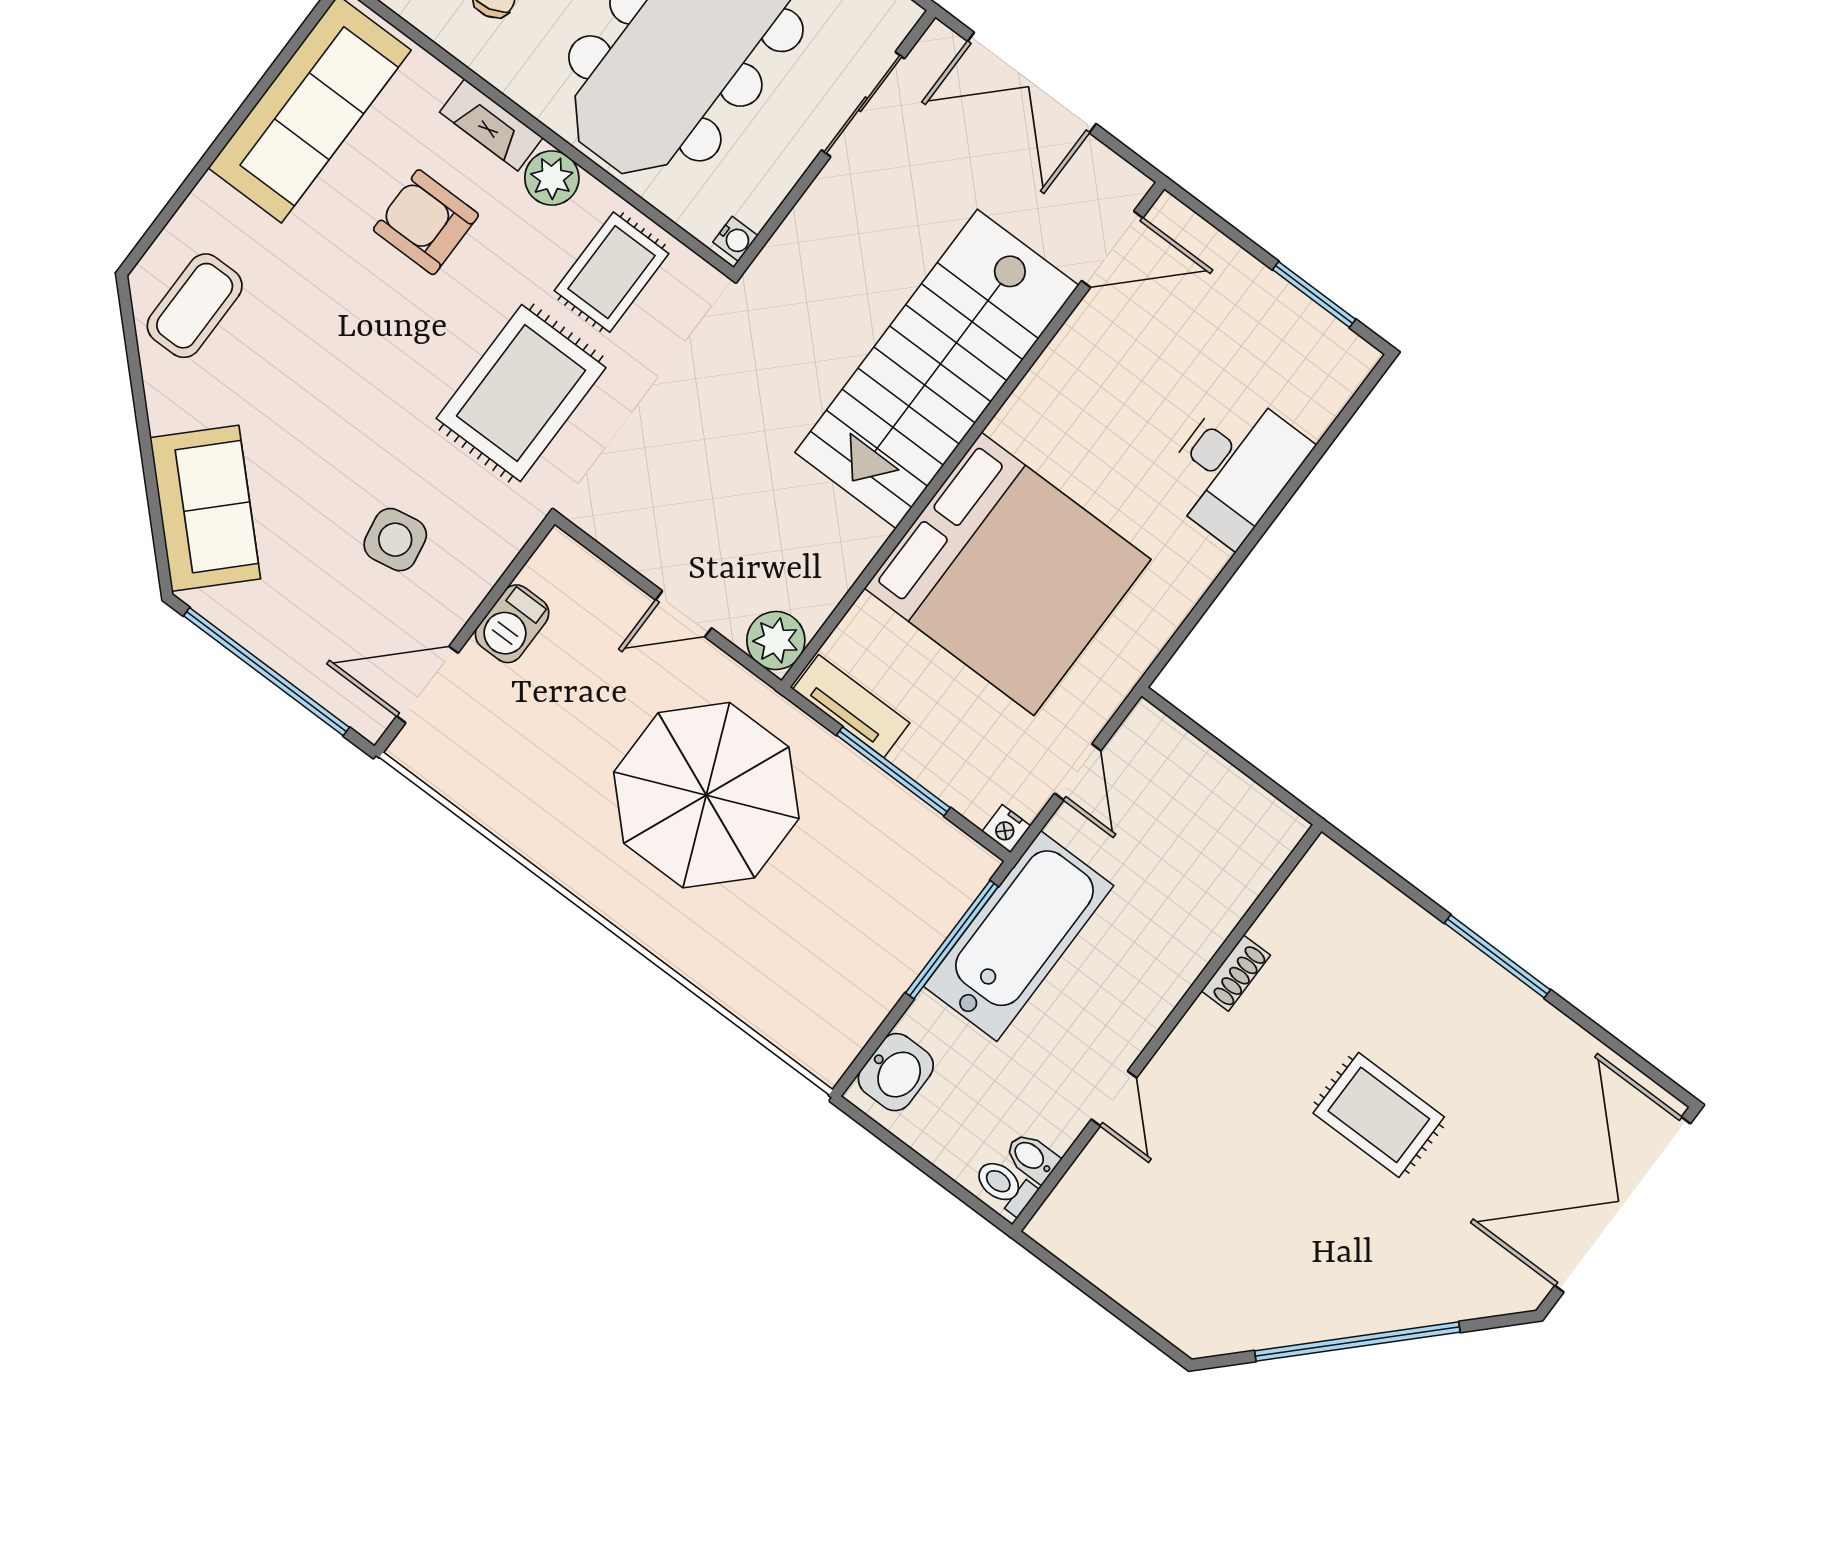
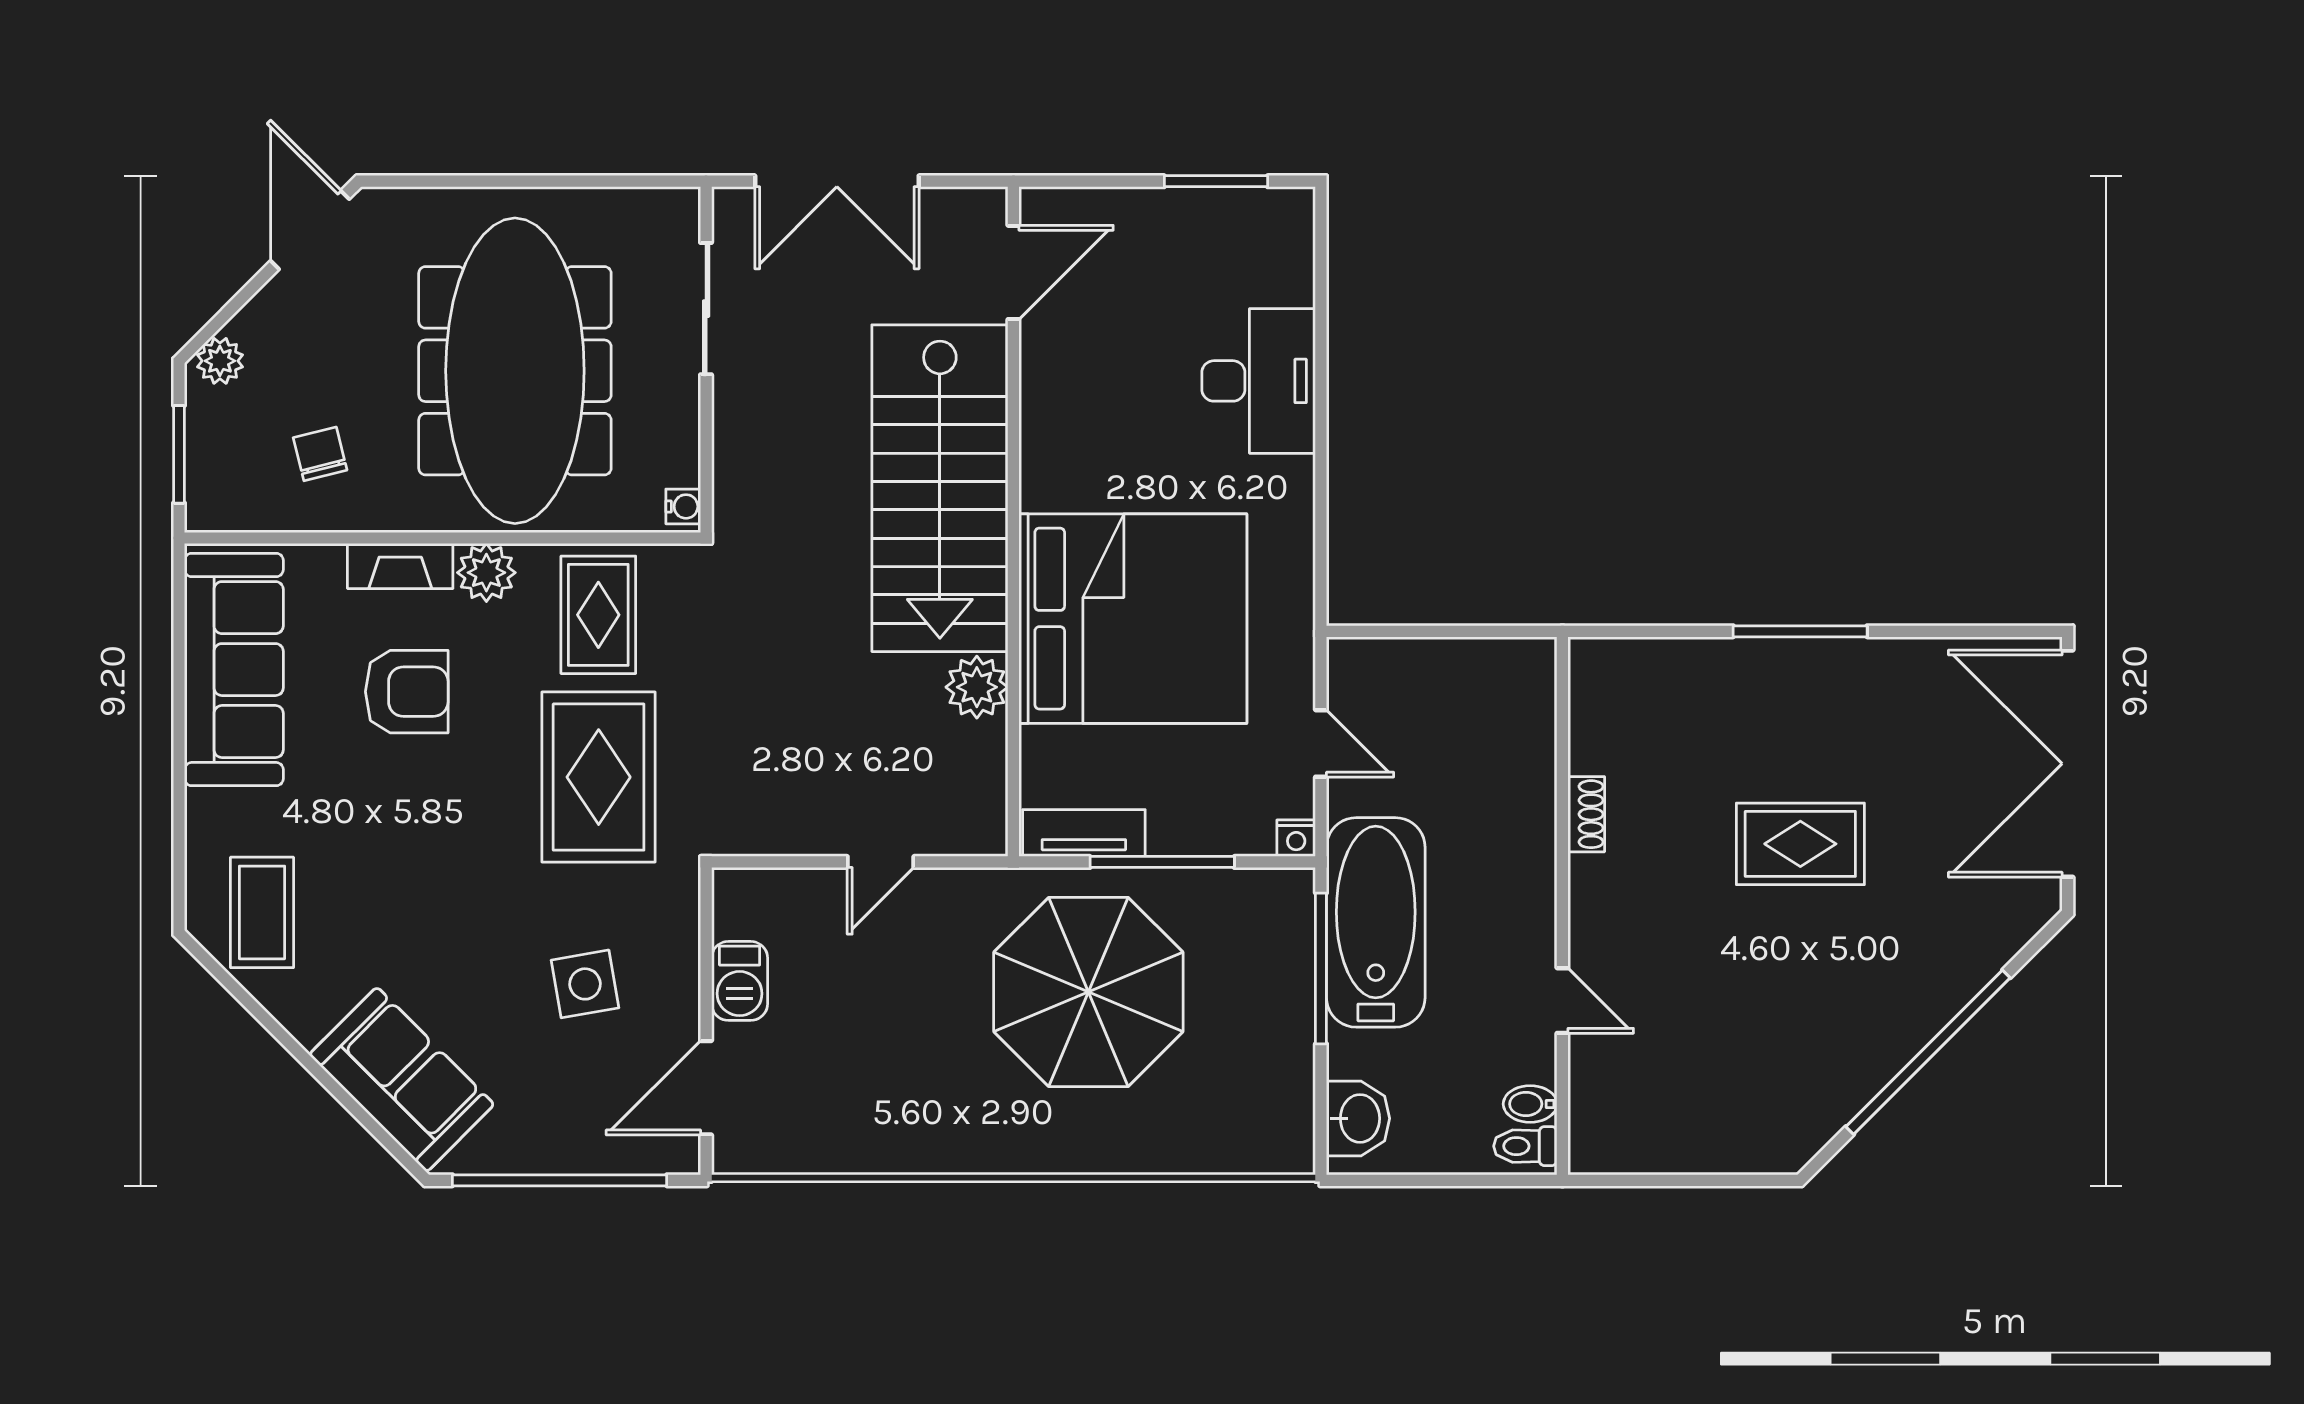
armchair: (426, 222) -> (407, 692), turned 180
plant: (776, 640) -> (977, 687), moved
parasol: (706, 795) -> (1088, 992), moved

